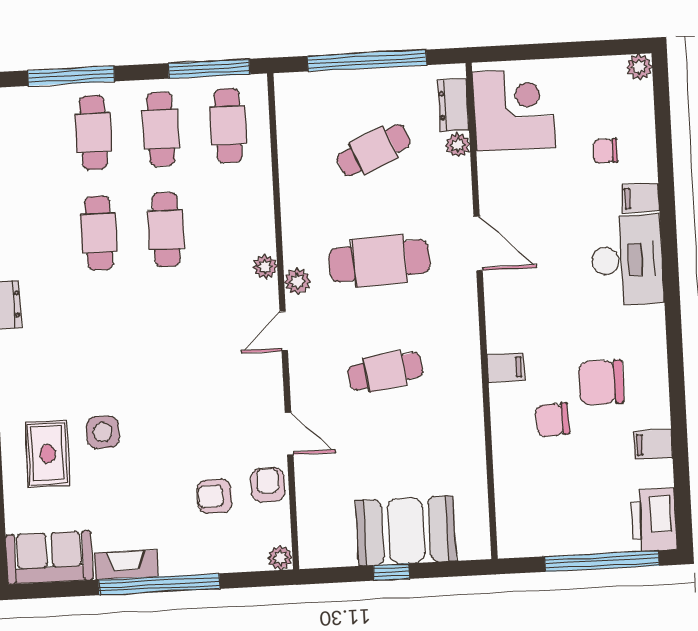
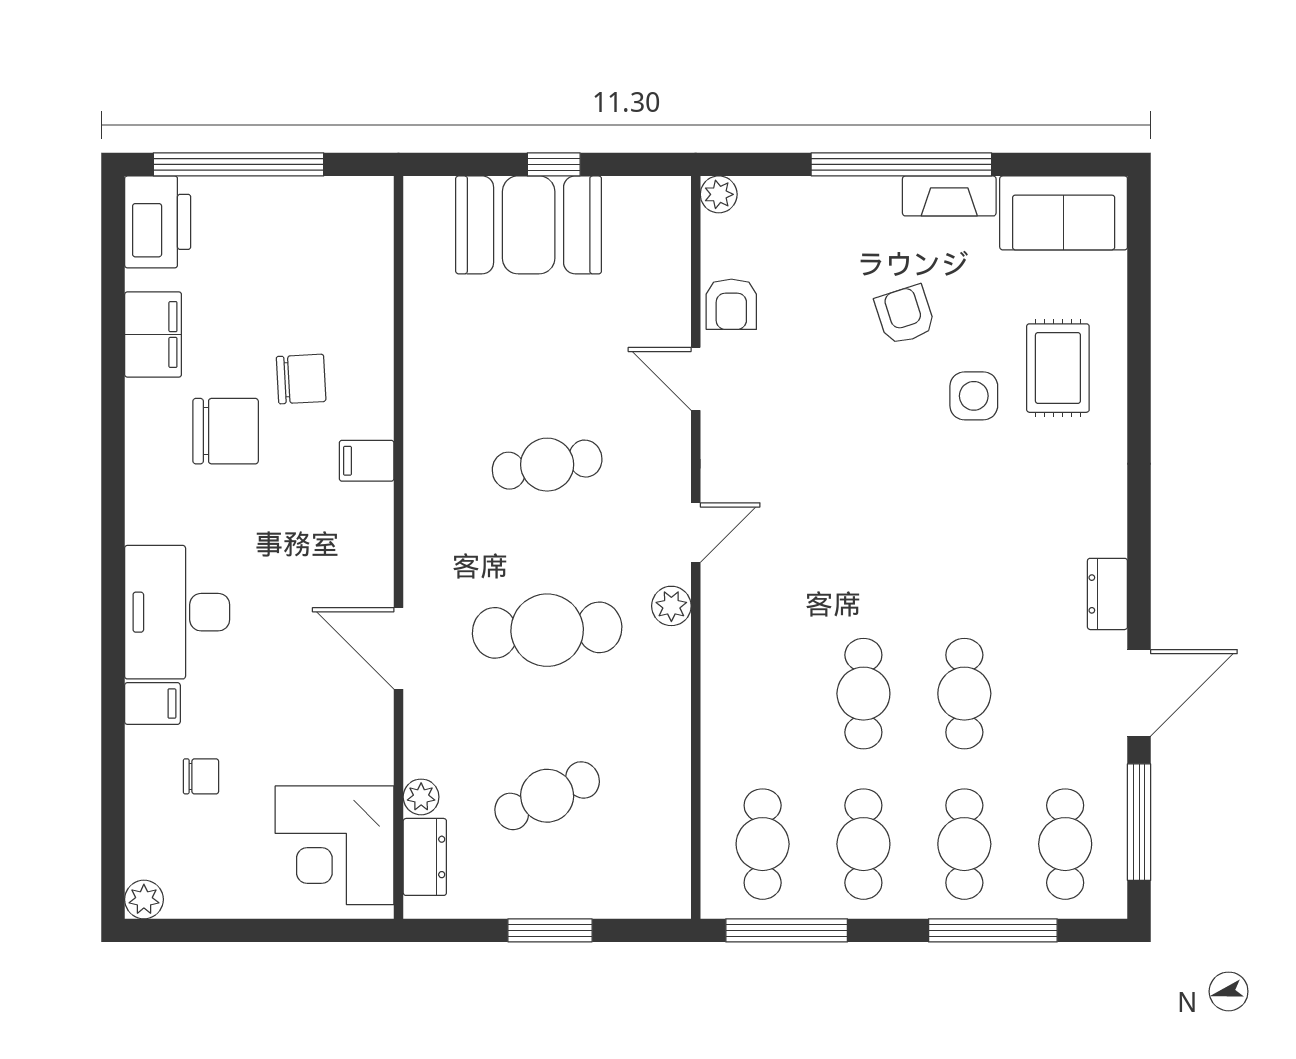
window: (367, 60) -> (550, 930), width x0.47
cafe table: (26, 136) -> (1065, 844), added
plant: (265, 267) -> (718, 630), removed
filing cabinet: (653, 444) -> (153, 335), width x2.00
armchair: (215, 496) -> (905, 315), moved, turned -108

